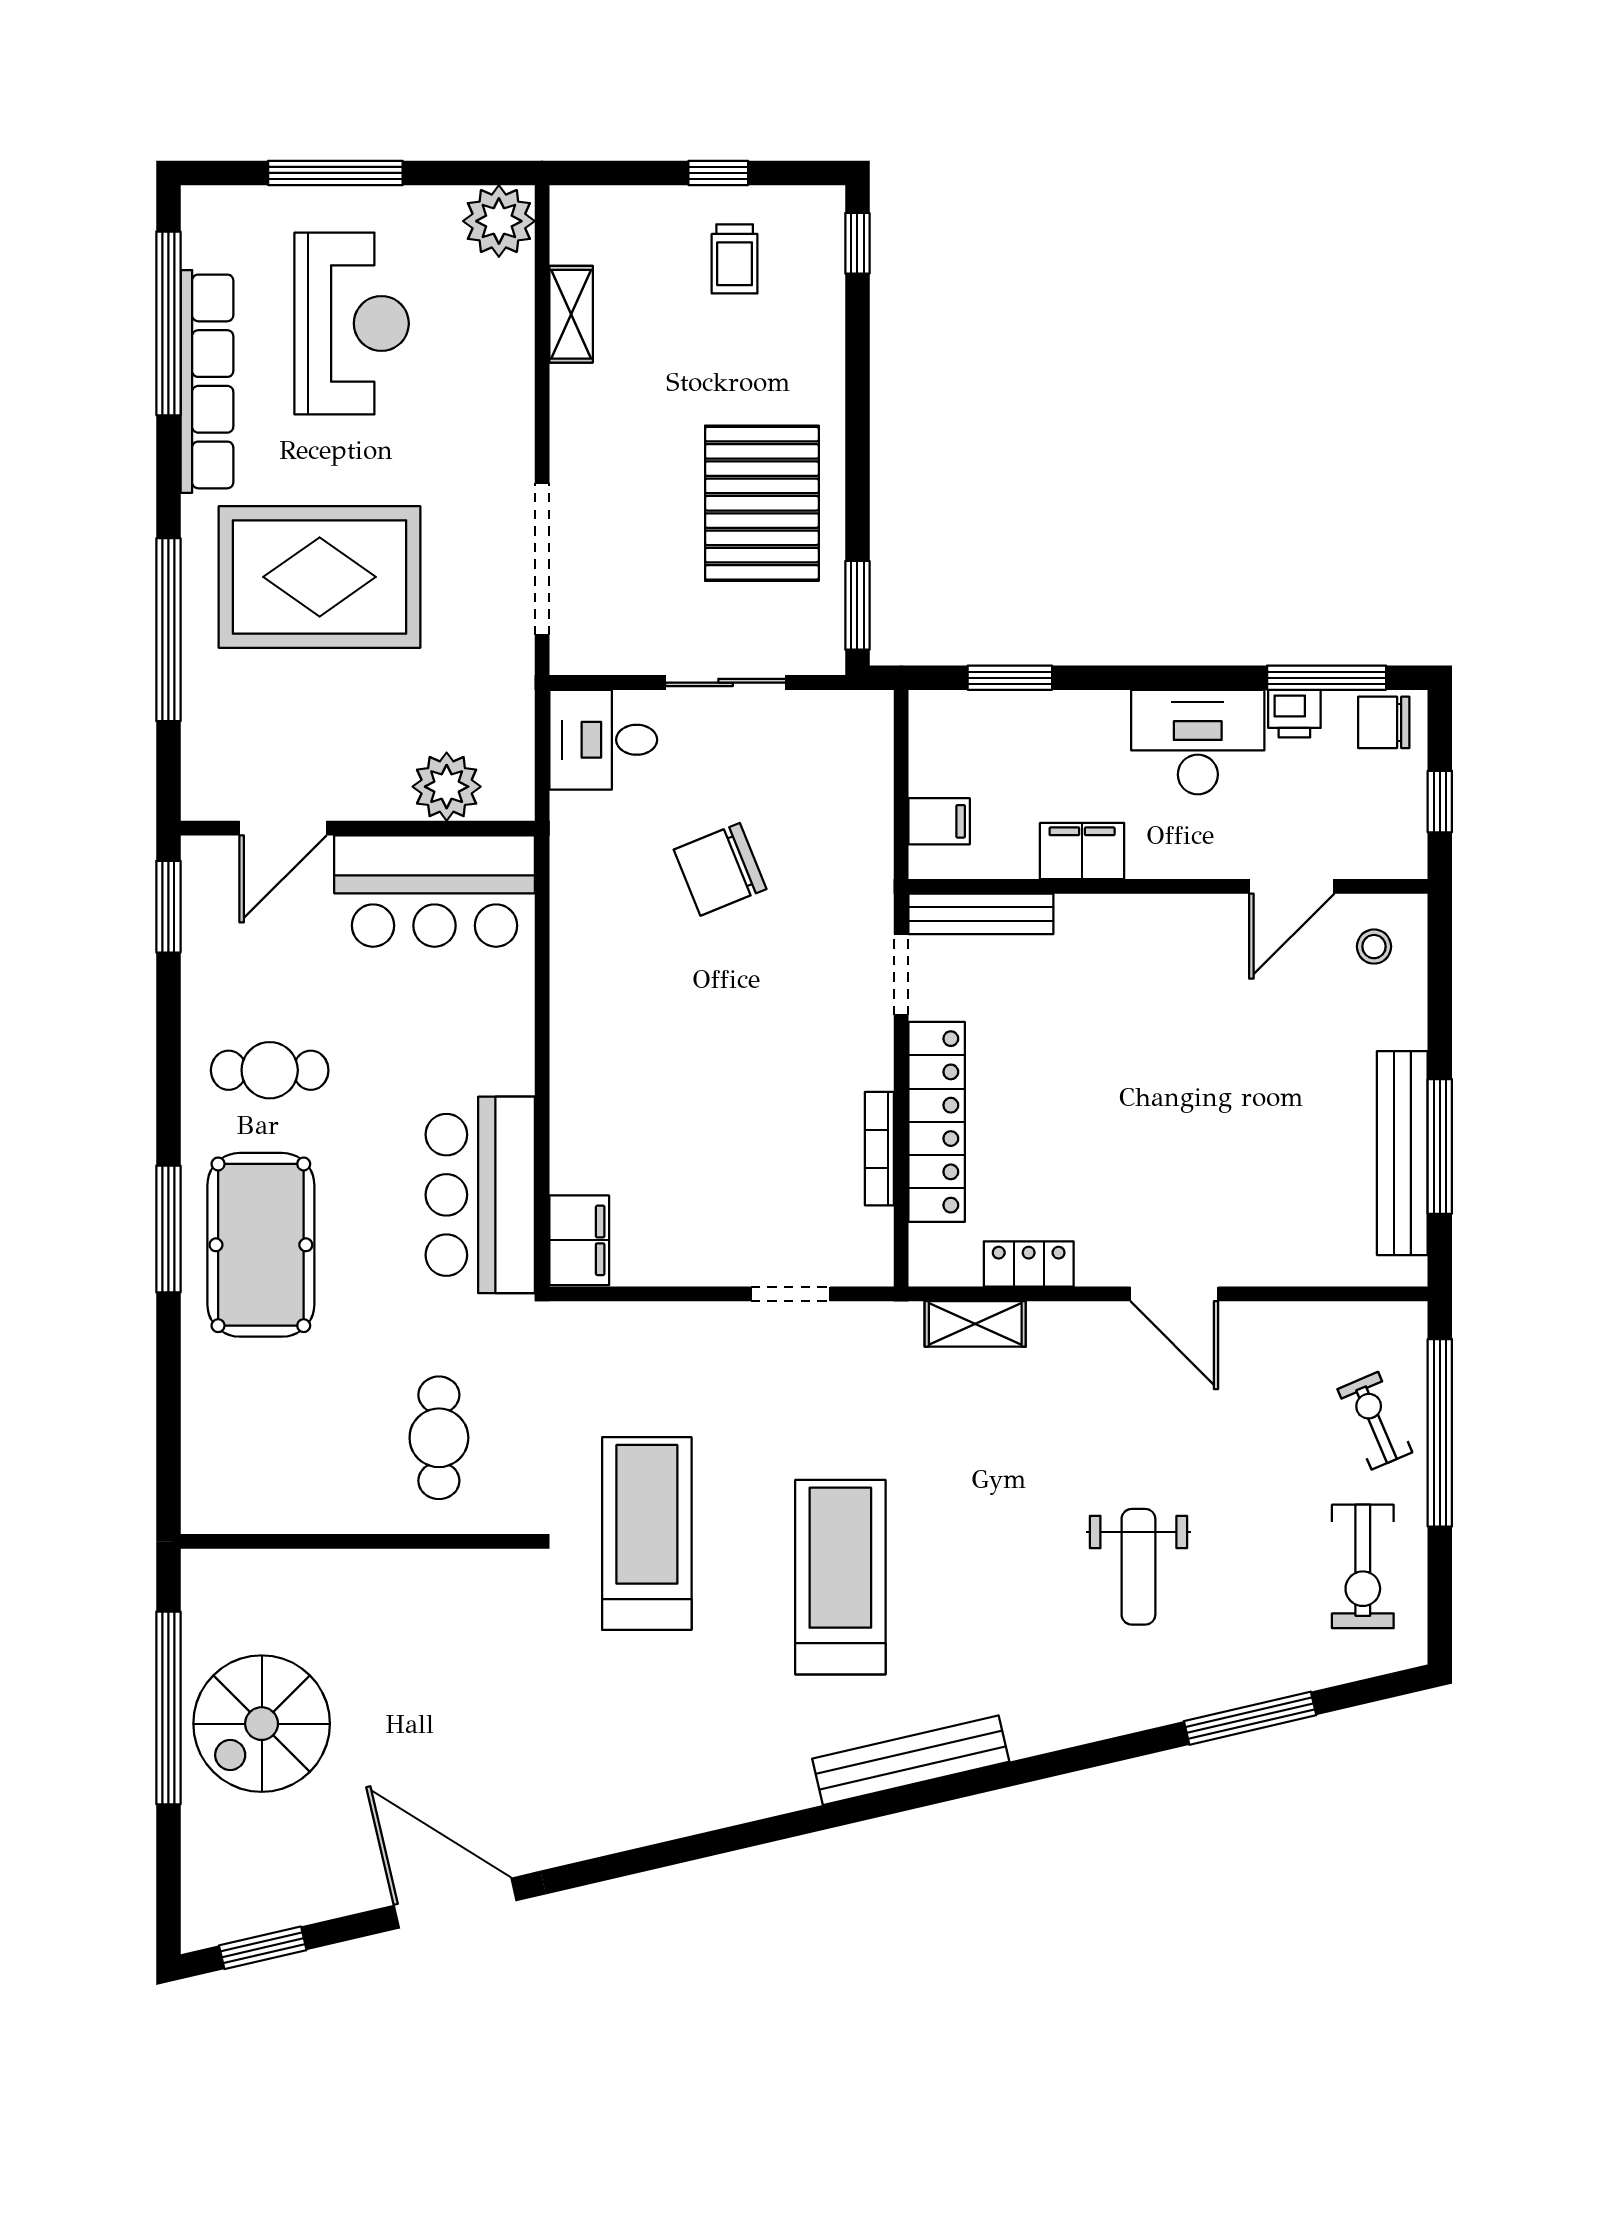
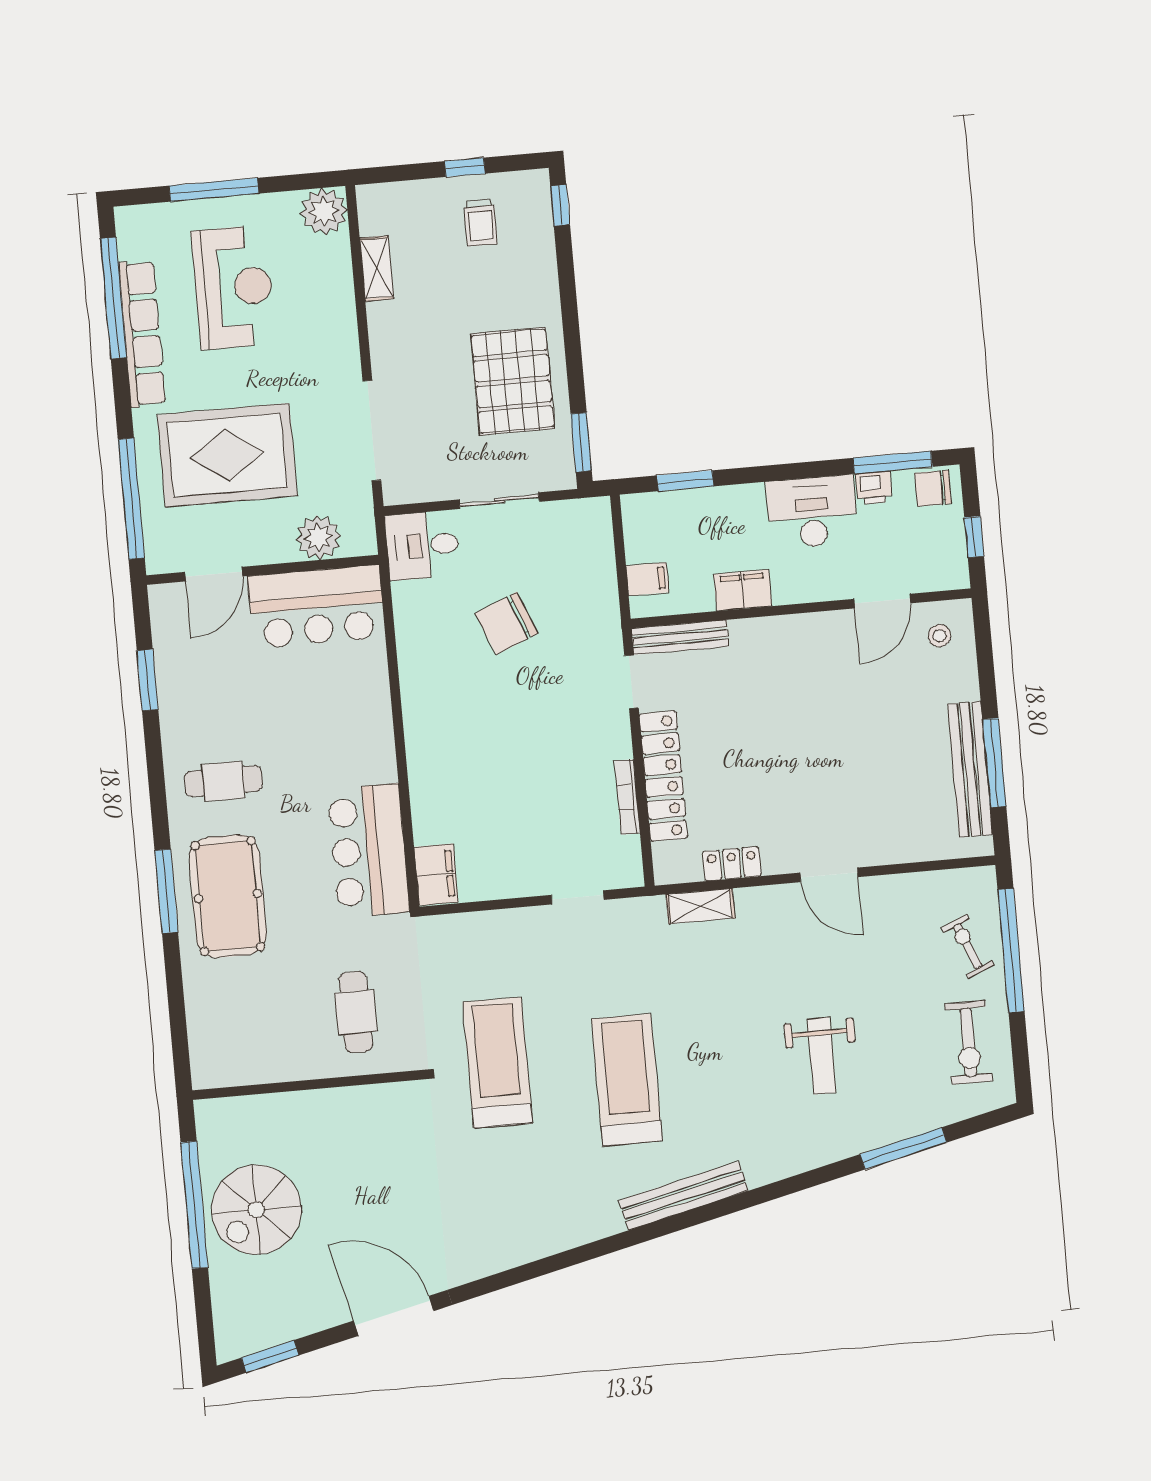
plant: (447, 787) -> (318, 537), moved
door: (283, 828) -> (214, 574), moved
wall: (358, 828) -> (263, 570), moved
bar counter: (435, 891) -> (317, 607), moved

